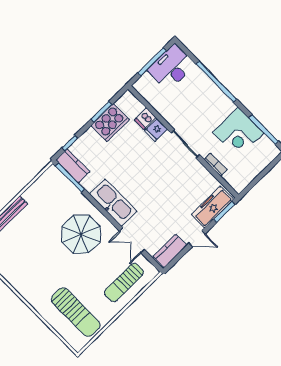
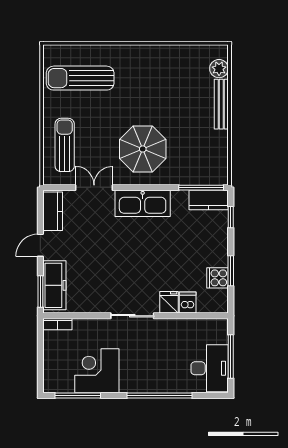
cooker: (110, 123) -> (218, 278), width x0.53, depth x0.76
bookcase: (216, 165) -> (57, 324), moved

